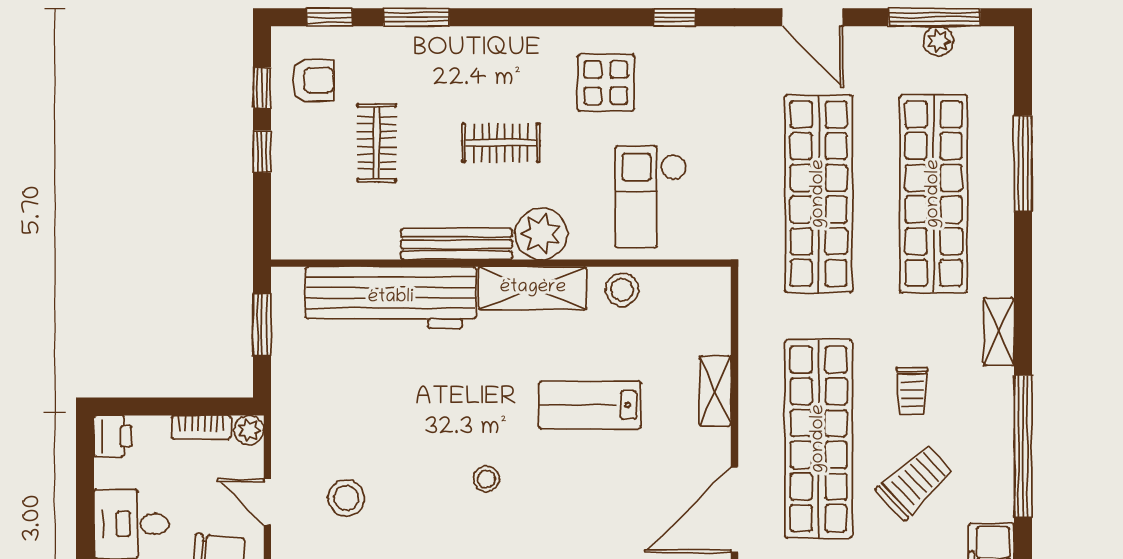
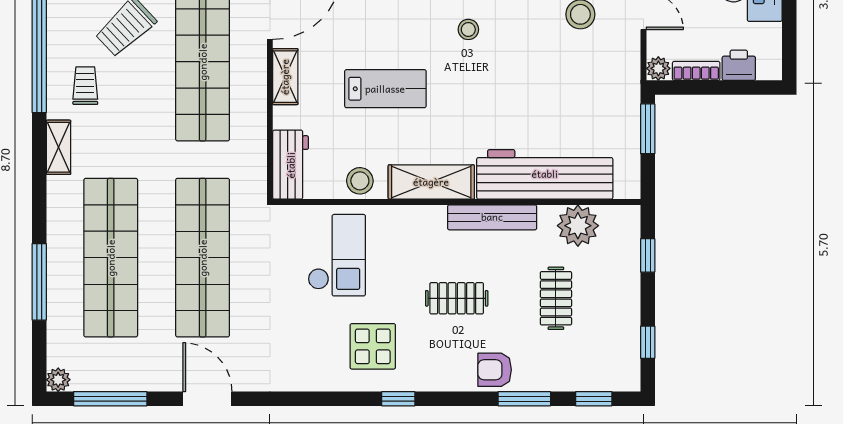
window: (675, 17) -> (398, 399), moved
plant: (939, 41) -> (58, 380), moved
armchair: (313, 80) -> (495, 370), moved
window: (262, 152) -> (648, 255), moved
plant: (541, 234) -> (578, 226), moved
workbench: (709, 310) -> (291, 165), added
window: (262, 325) -> (648, 129), moved
shelving: (715, 391) -> (285, 77), moved
trolley: (912, 391) -> (85, 86), moved
printer: (113, 436) -> (739, 65), moved, turned 90

